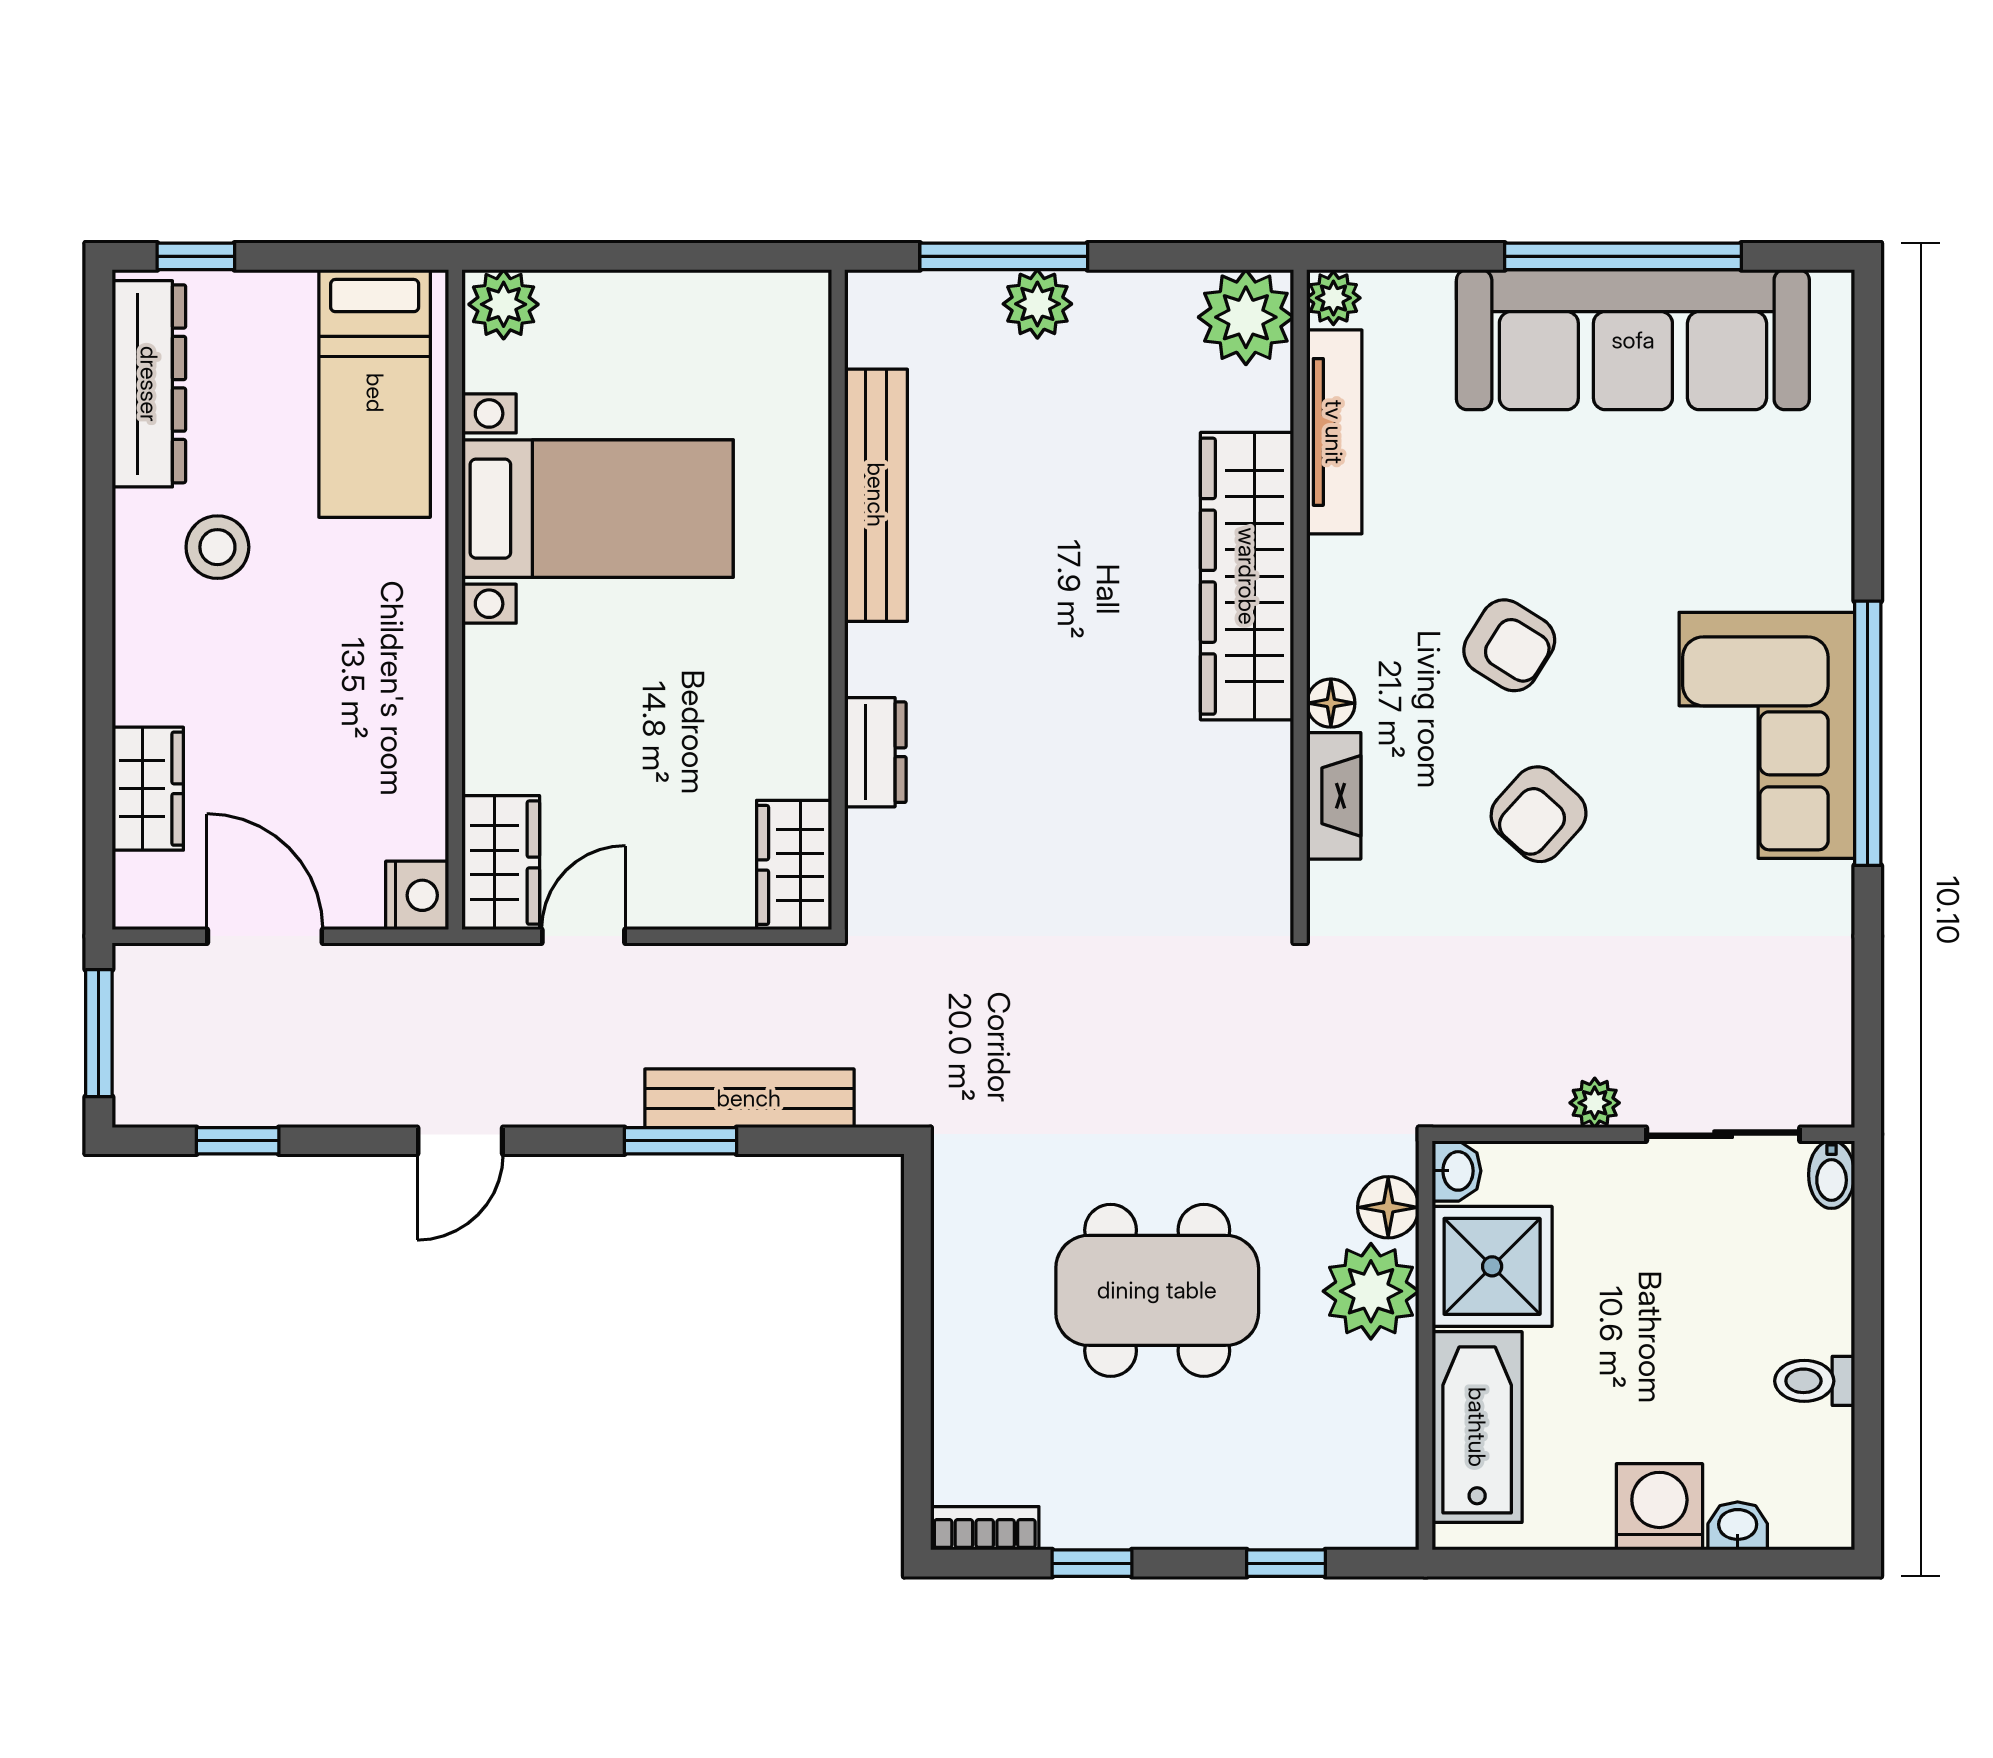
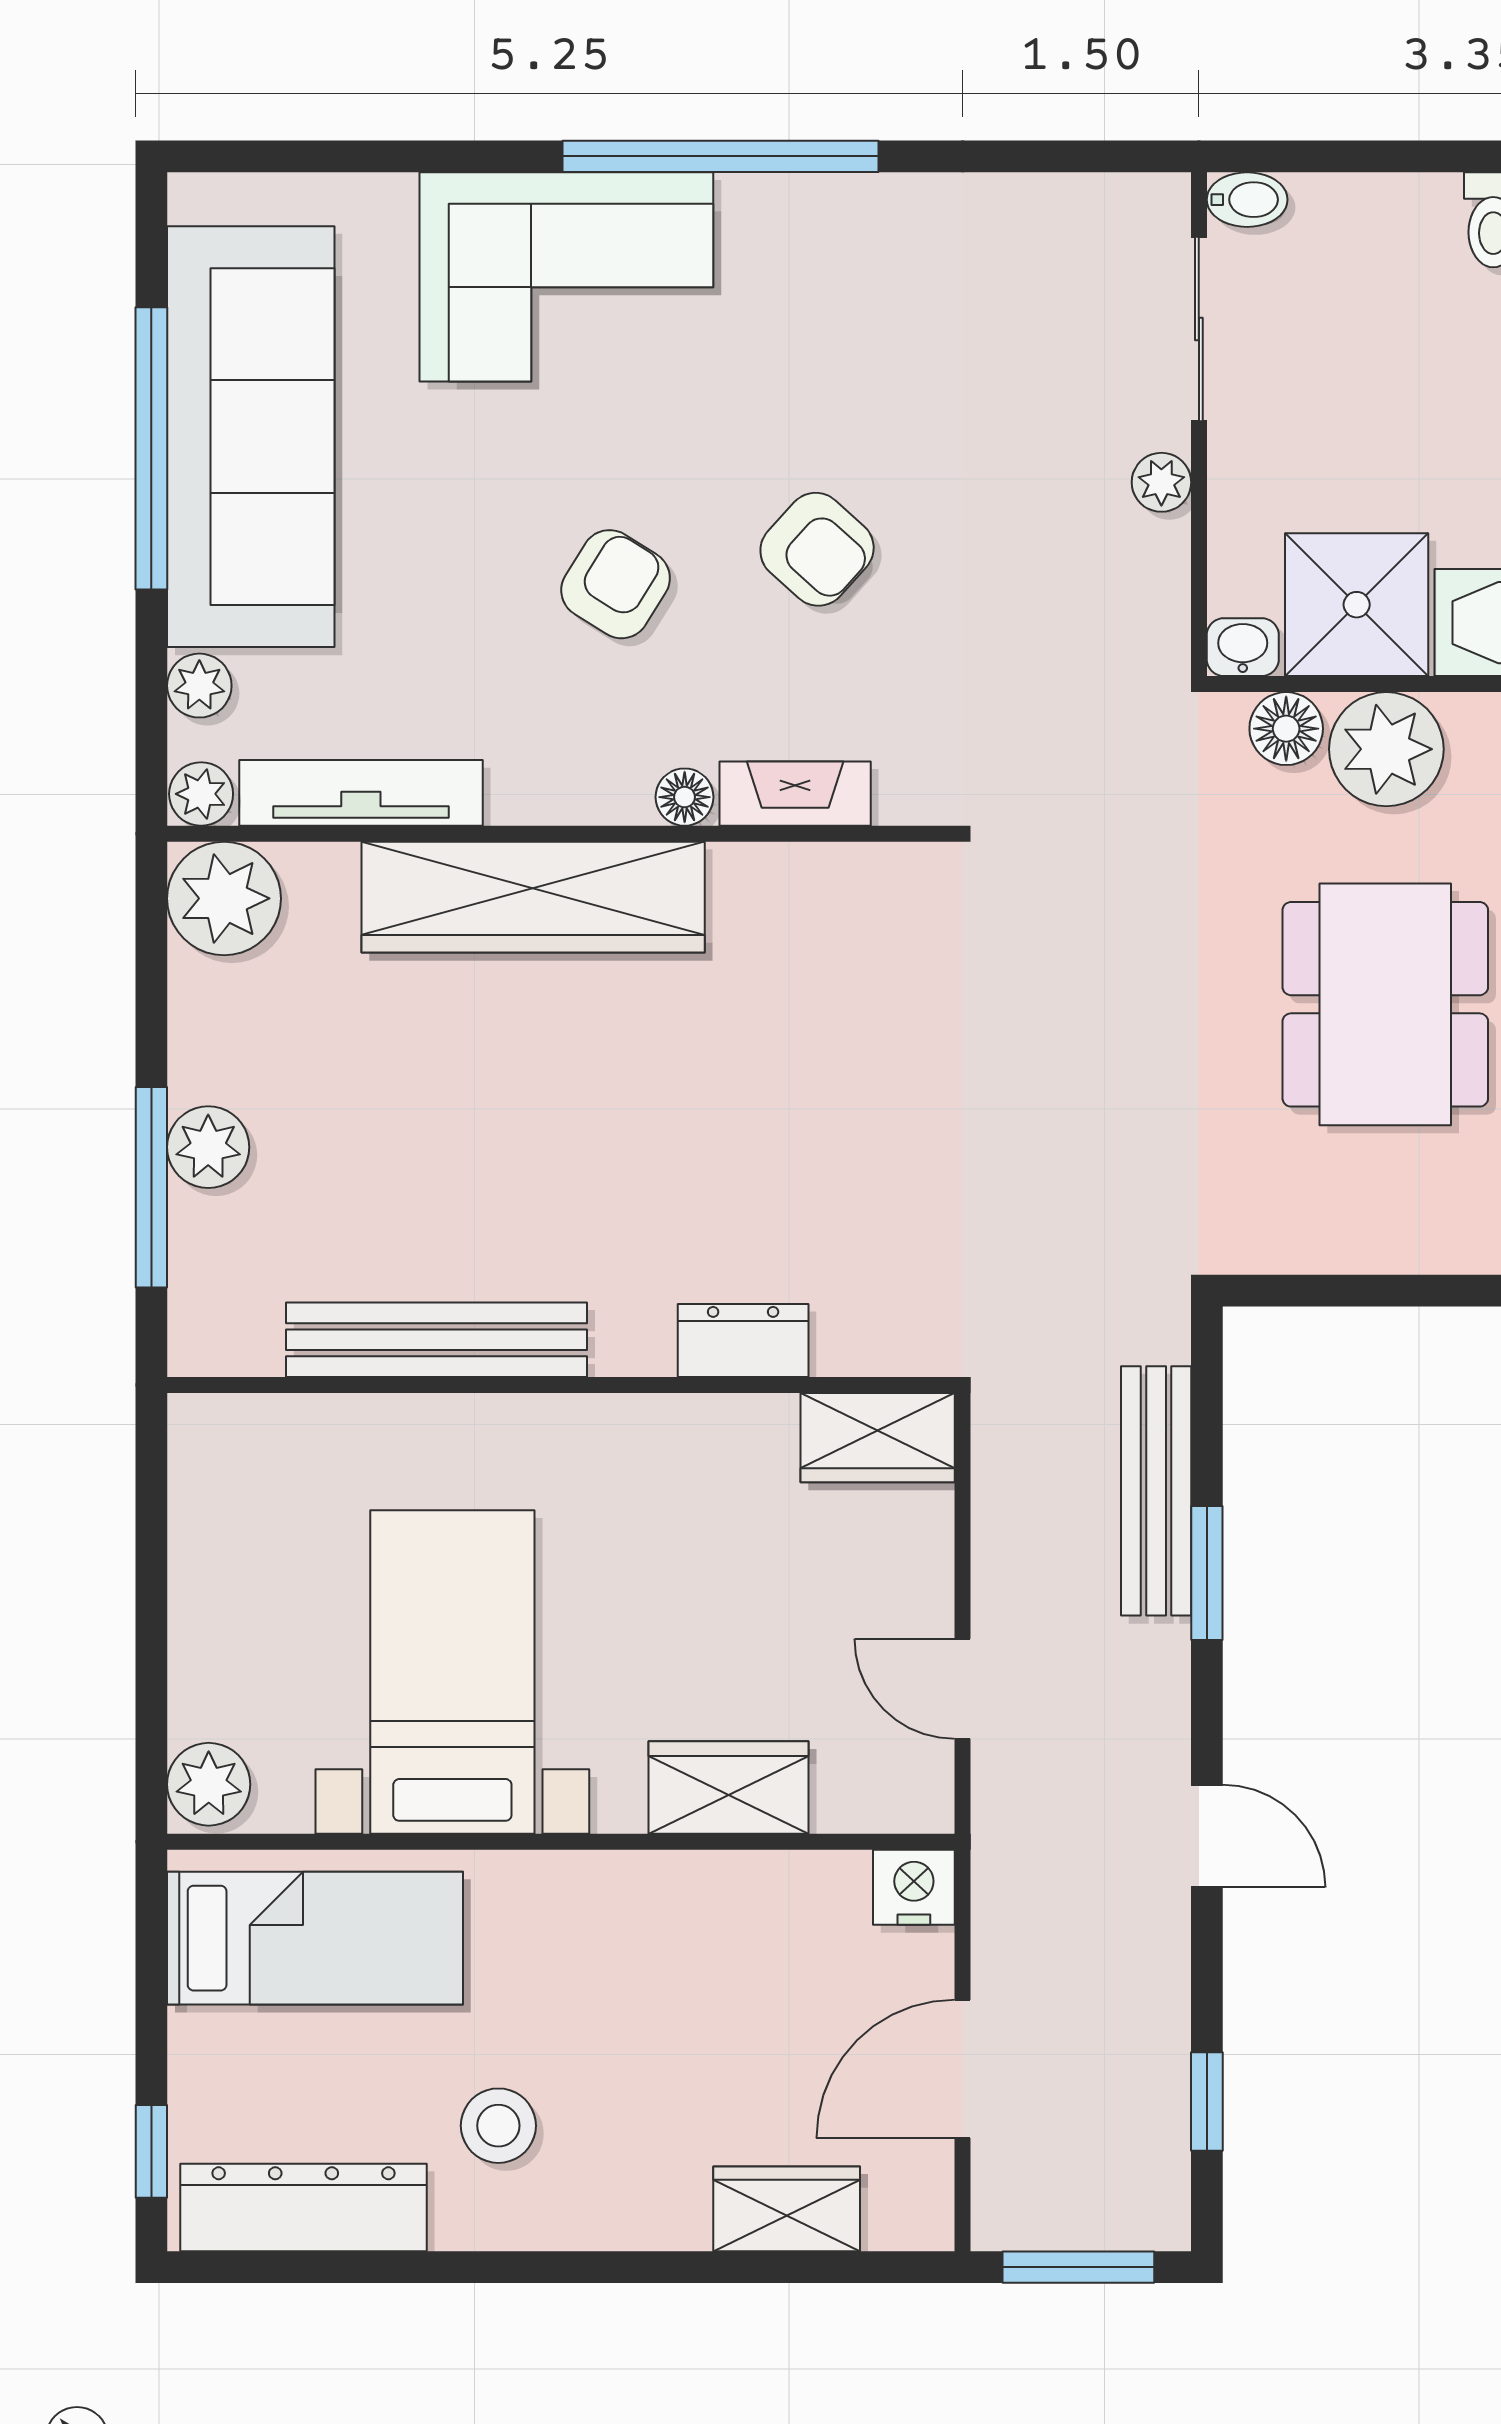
plant: (1424, 296) -> (199, 686), added
corner sofa: (1767, 735) -> (566, 277), moved
wardrobe: (501, 863) -> (728, 1788), moved

